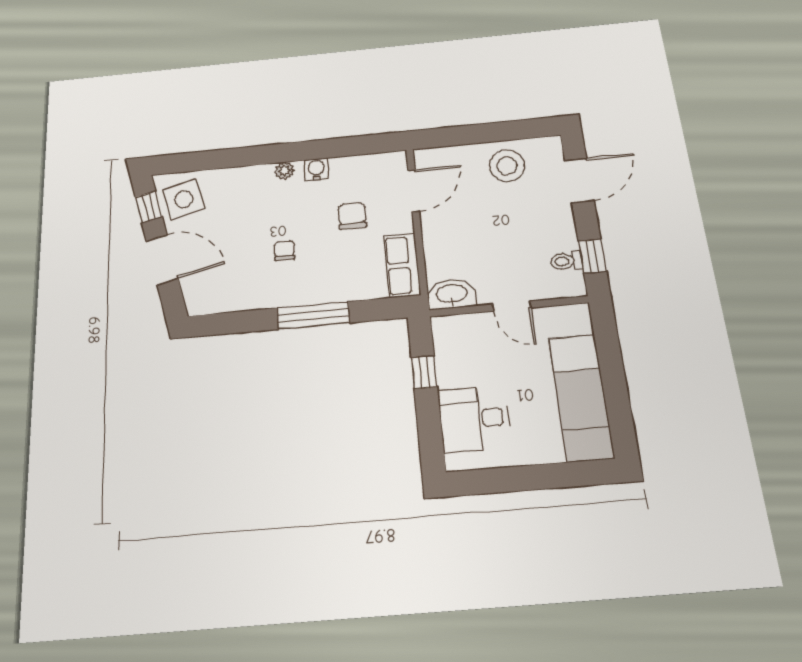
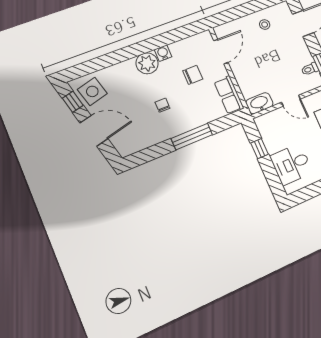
stool: (507, 166) -> (265, 25), width x0.53, depth x0.53
plant: (284, 171) -> (147, 63), width x1.88, depth x1.88
chair: (352, 216) -> (193, 75), turned 90

